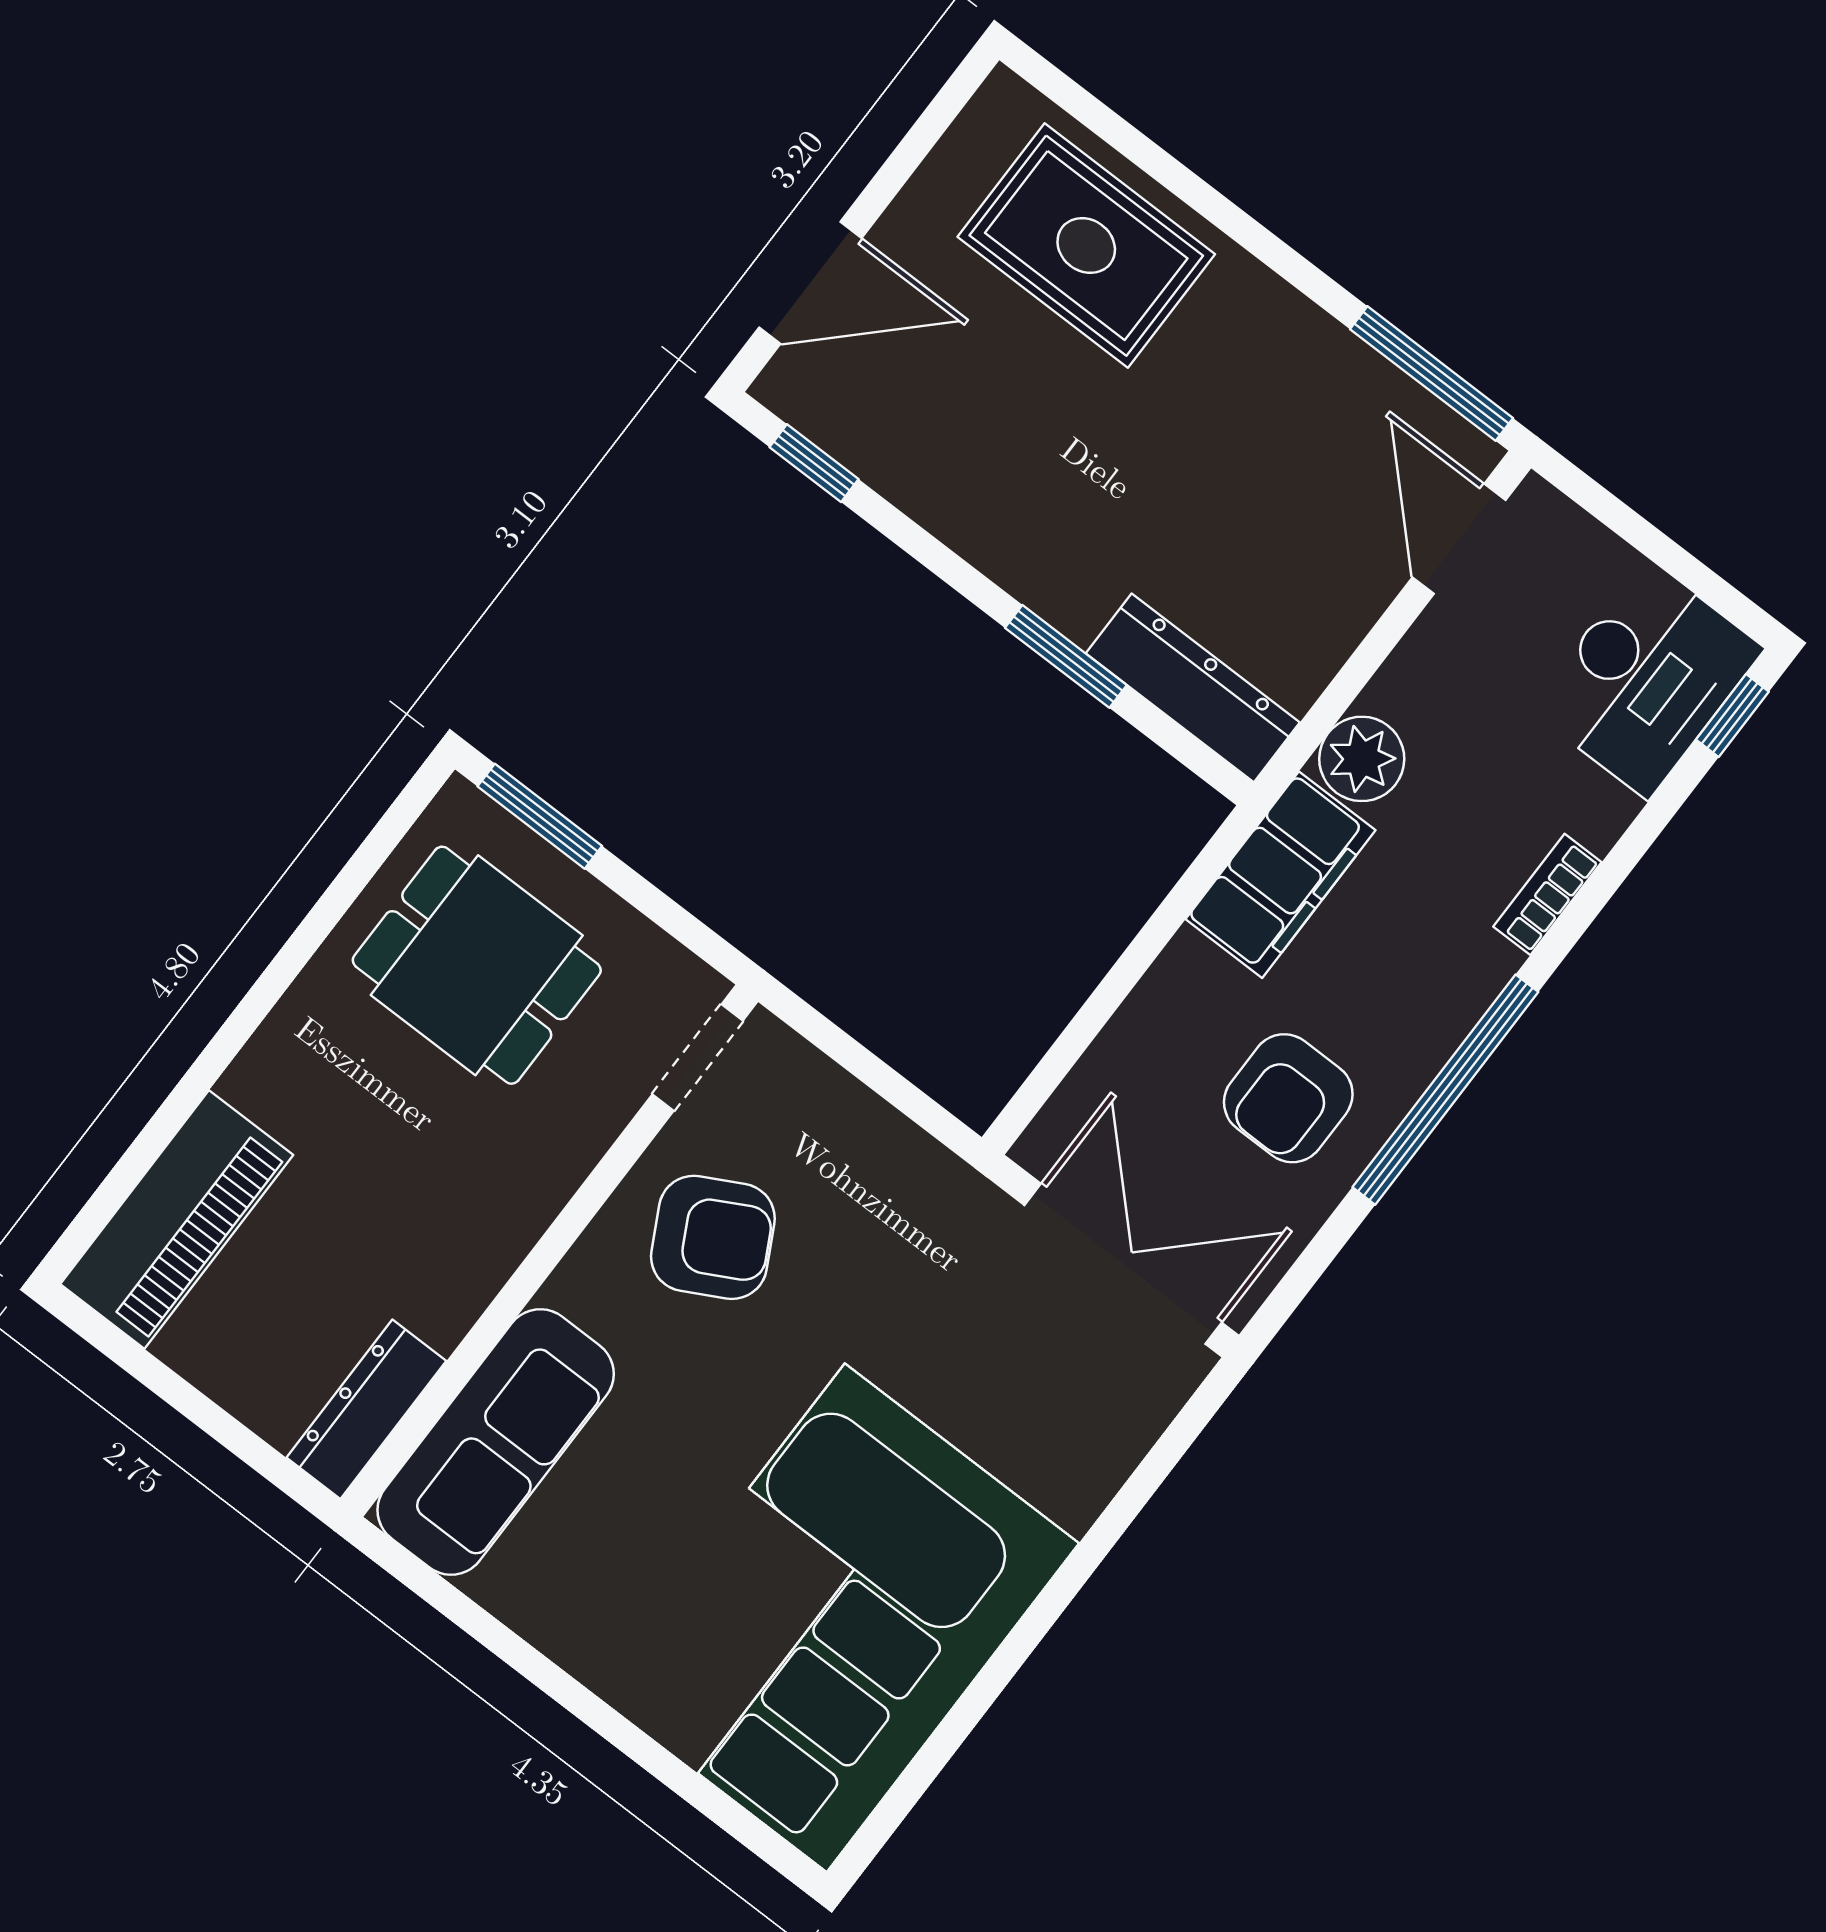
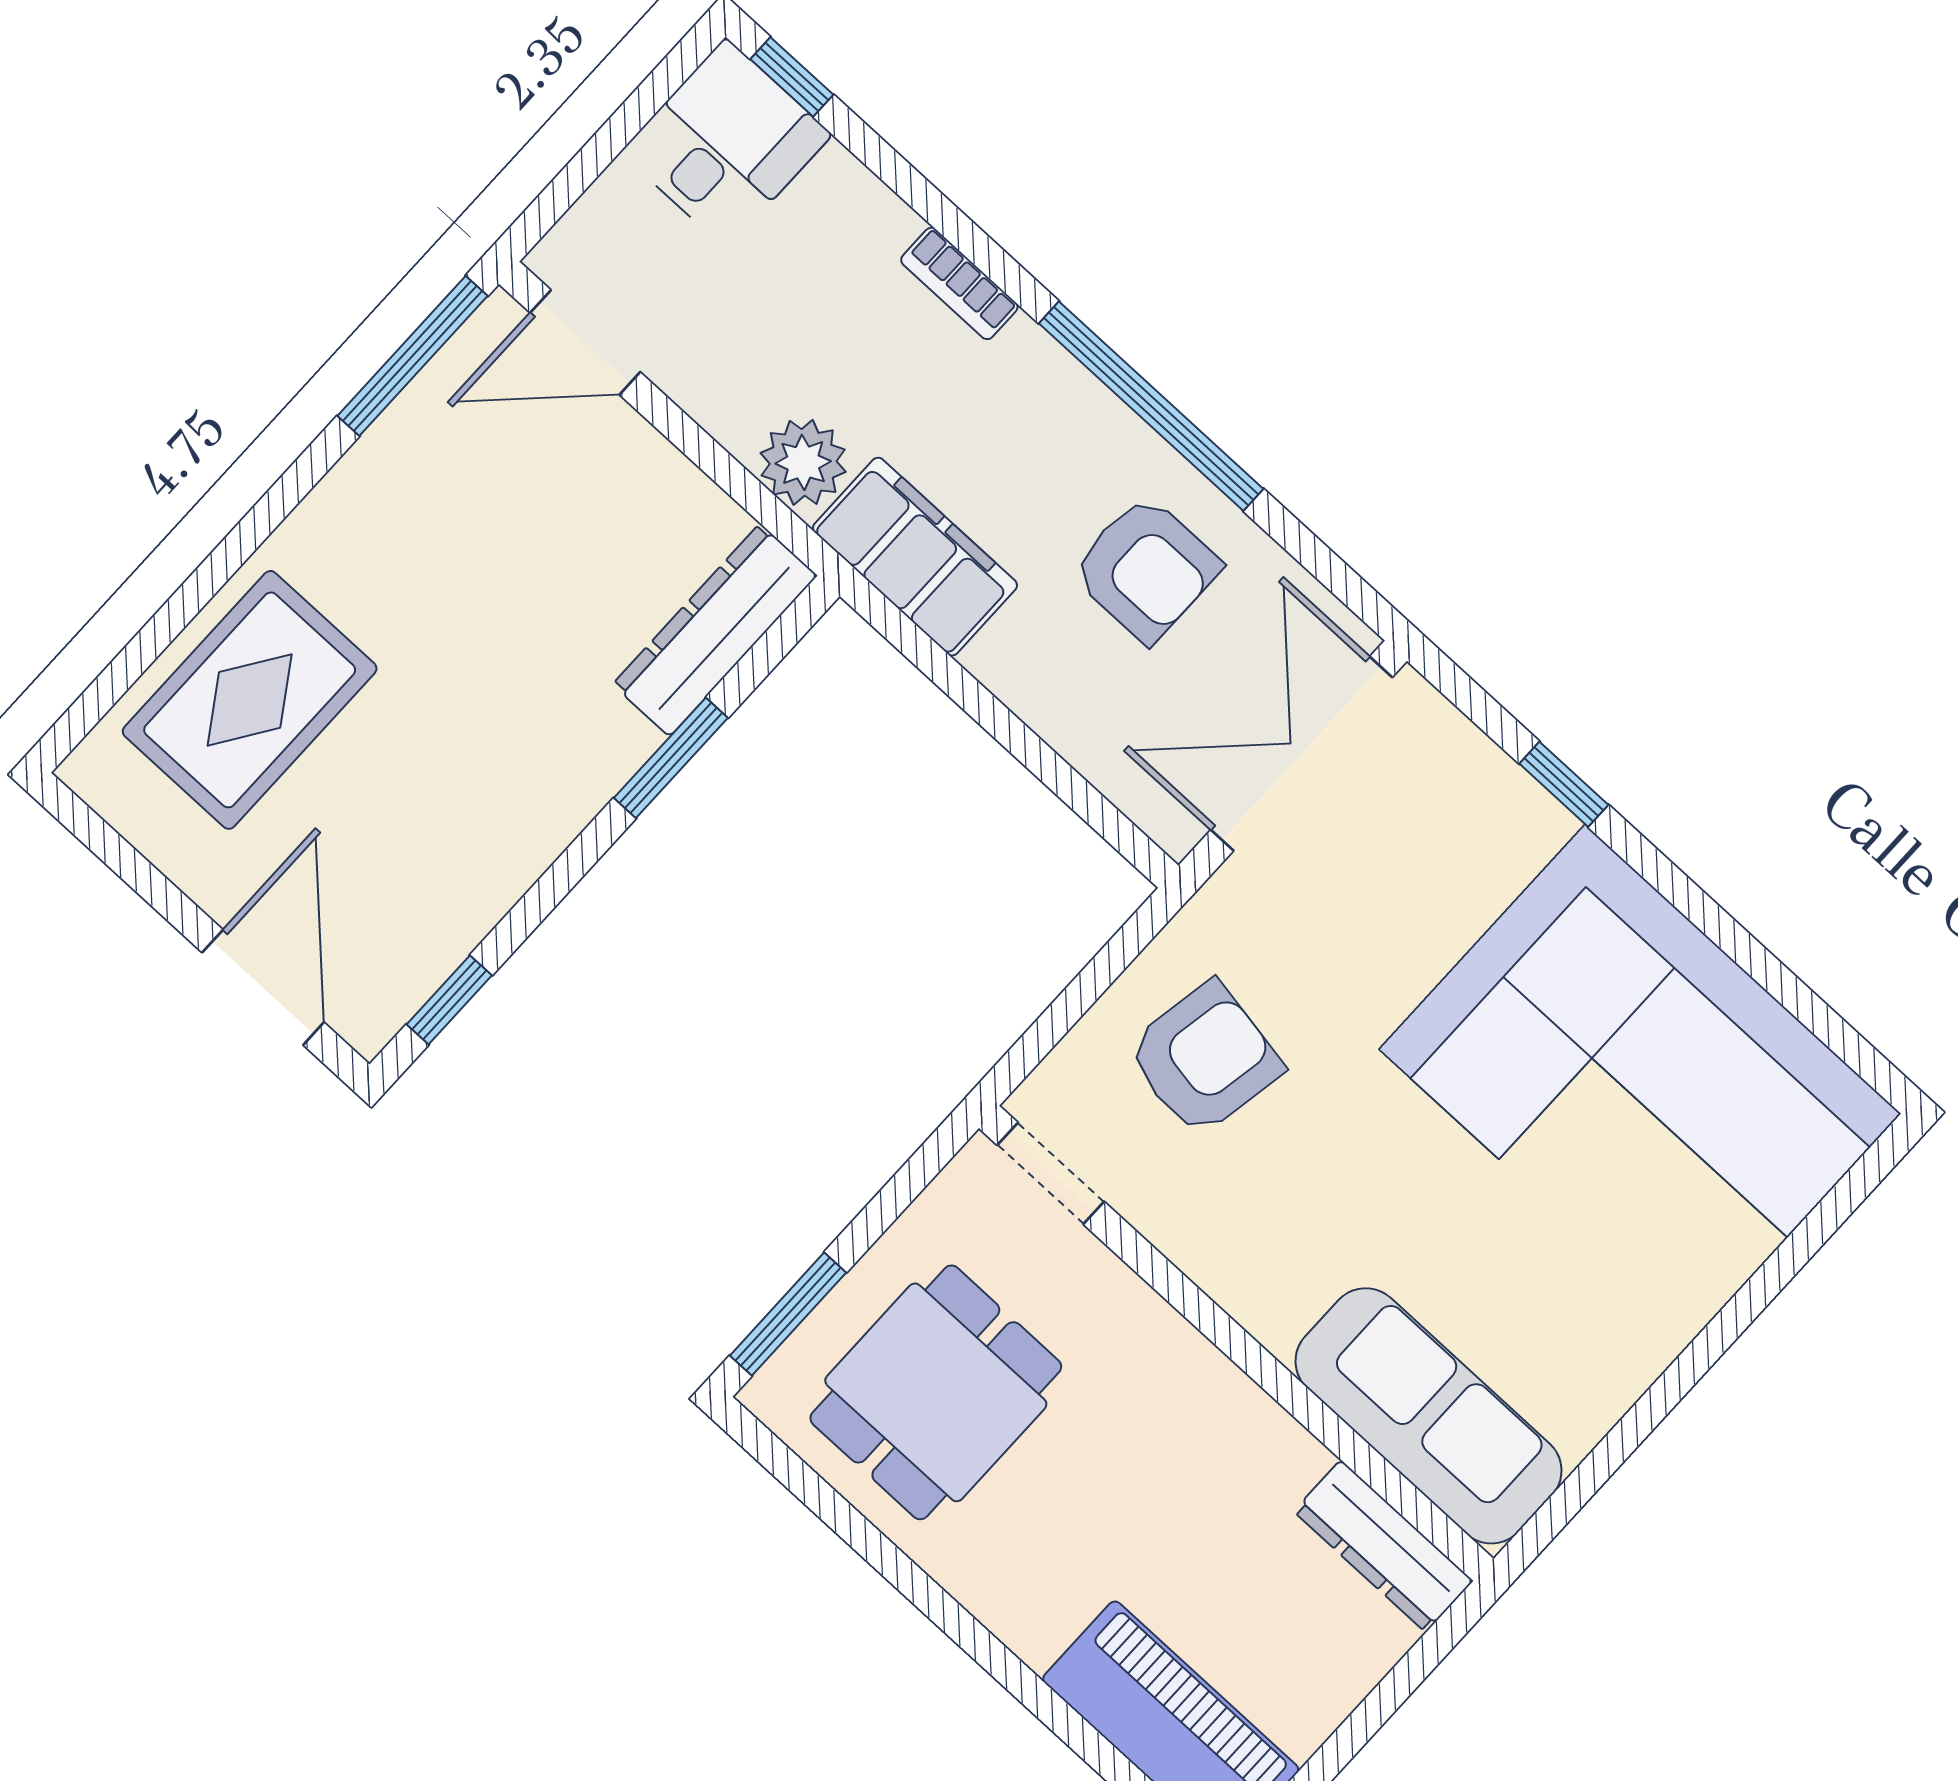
desk: (1647, 679) -> (726, 144), width x0.73
armchair: (713, 1237) -> (1204, 1059), moved, turned 38
window: (1116, 1519) -> (1564, 784), added

